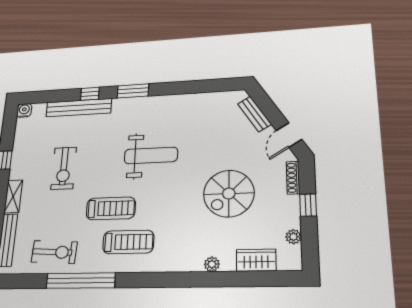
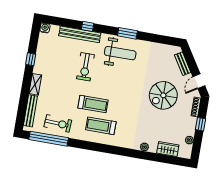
window: (133, 91) -> (127, 33), moved
weight bench: (151, 155) -> (120, 53), moved
exercise bike: (64, 168) -> (85, 67), moved
spiral stairs: (229, 193) -> (163, 95), moved
treadmill: (128, 242) -> (101, 126), turned 180
window: (81, 281) -> (49, 139), moved

